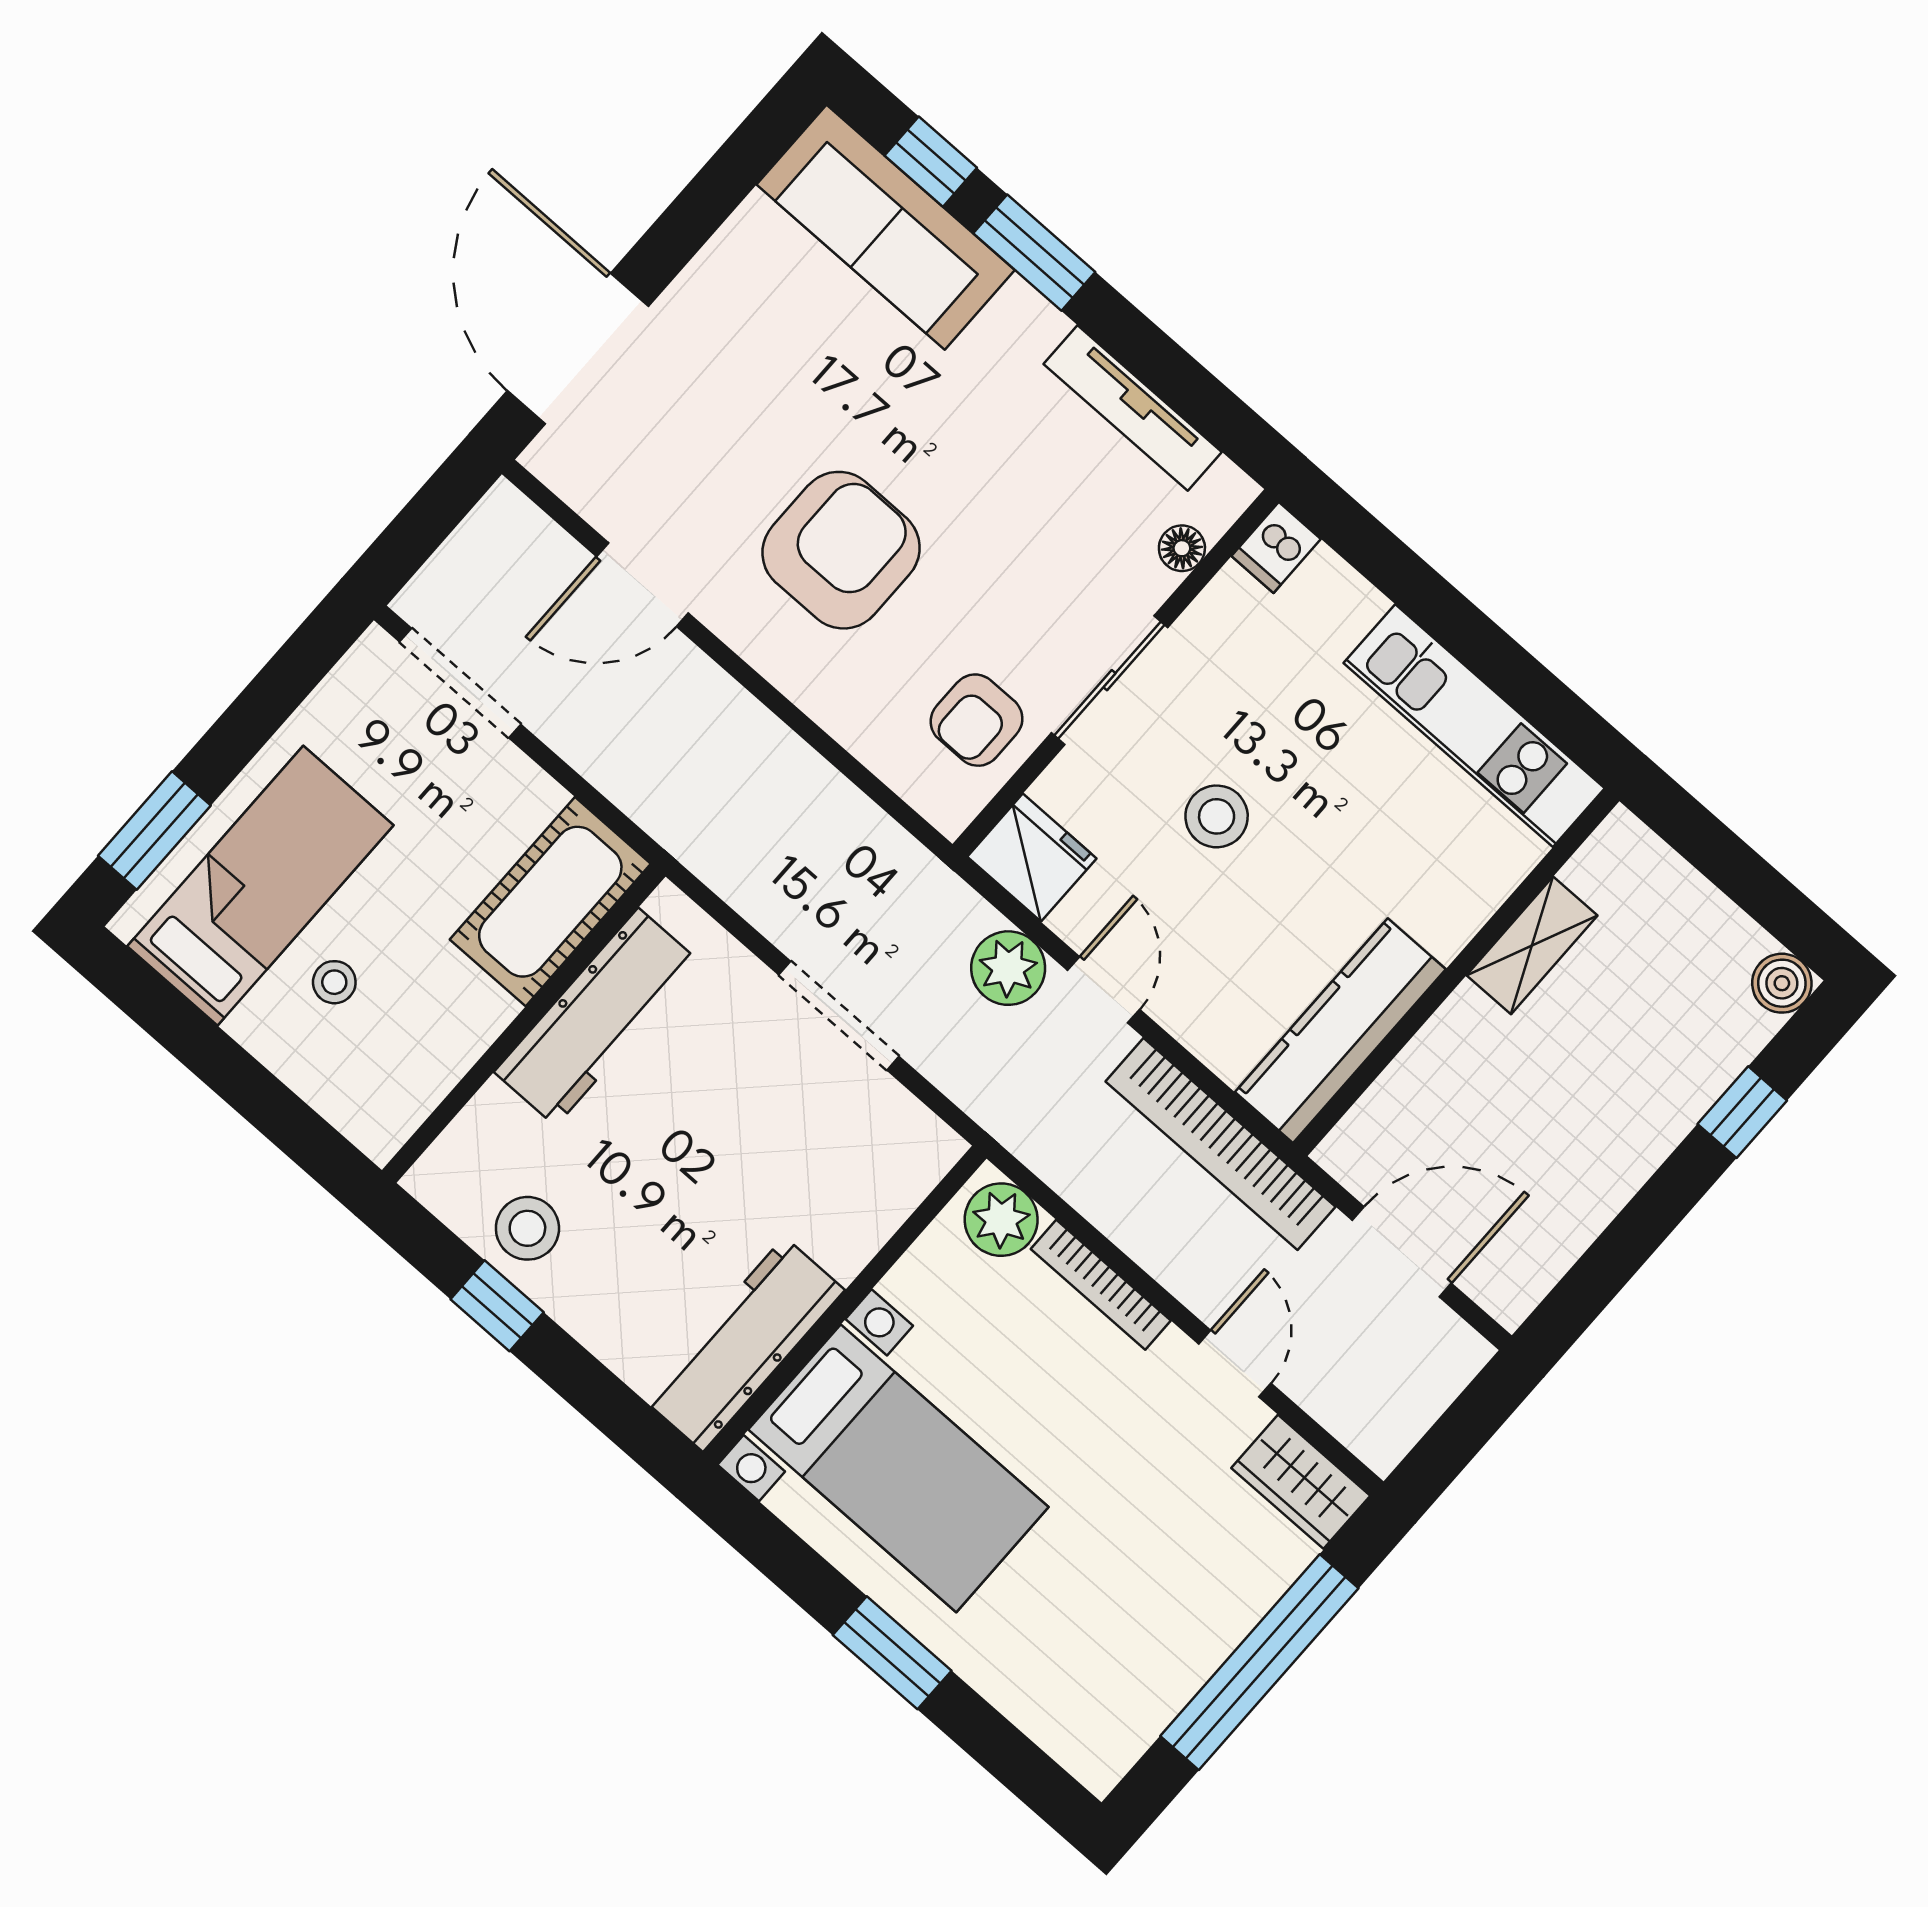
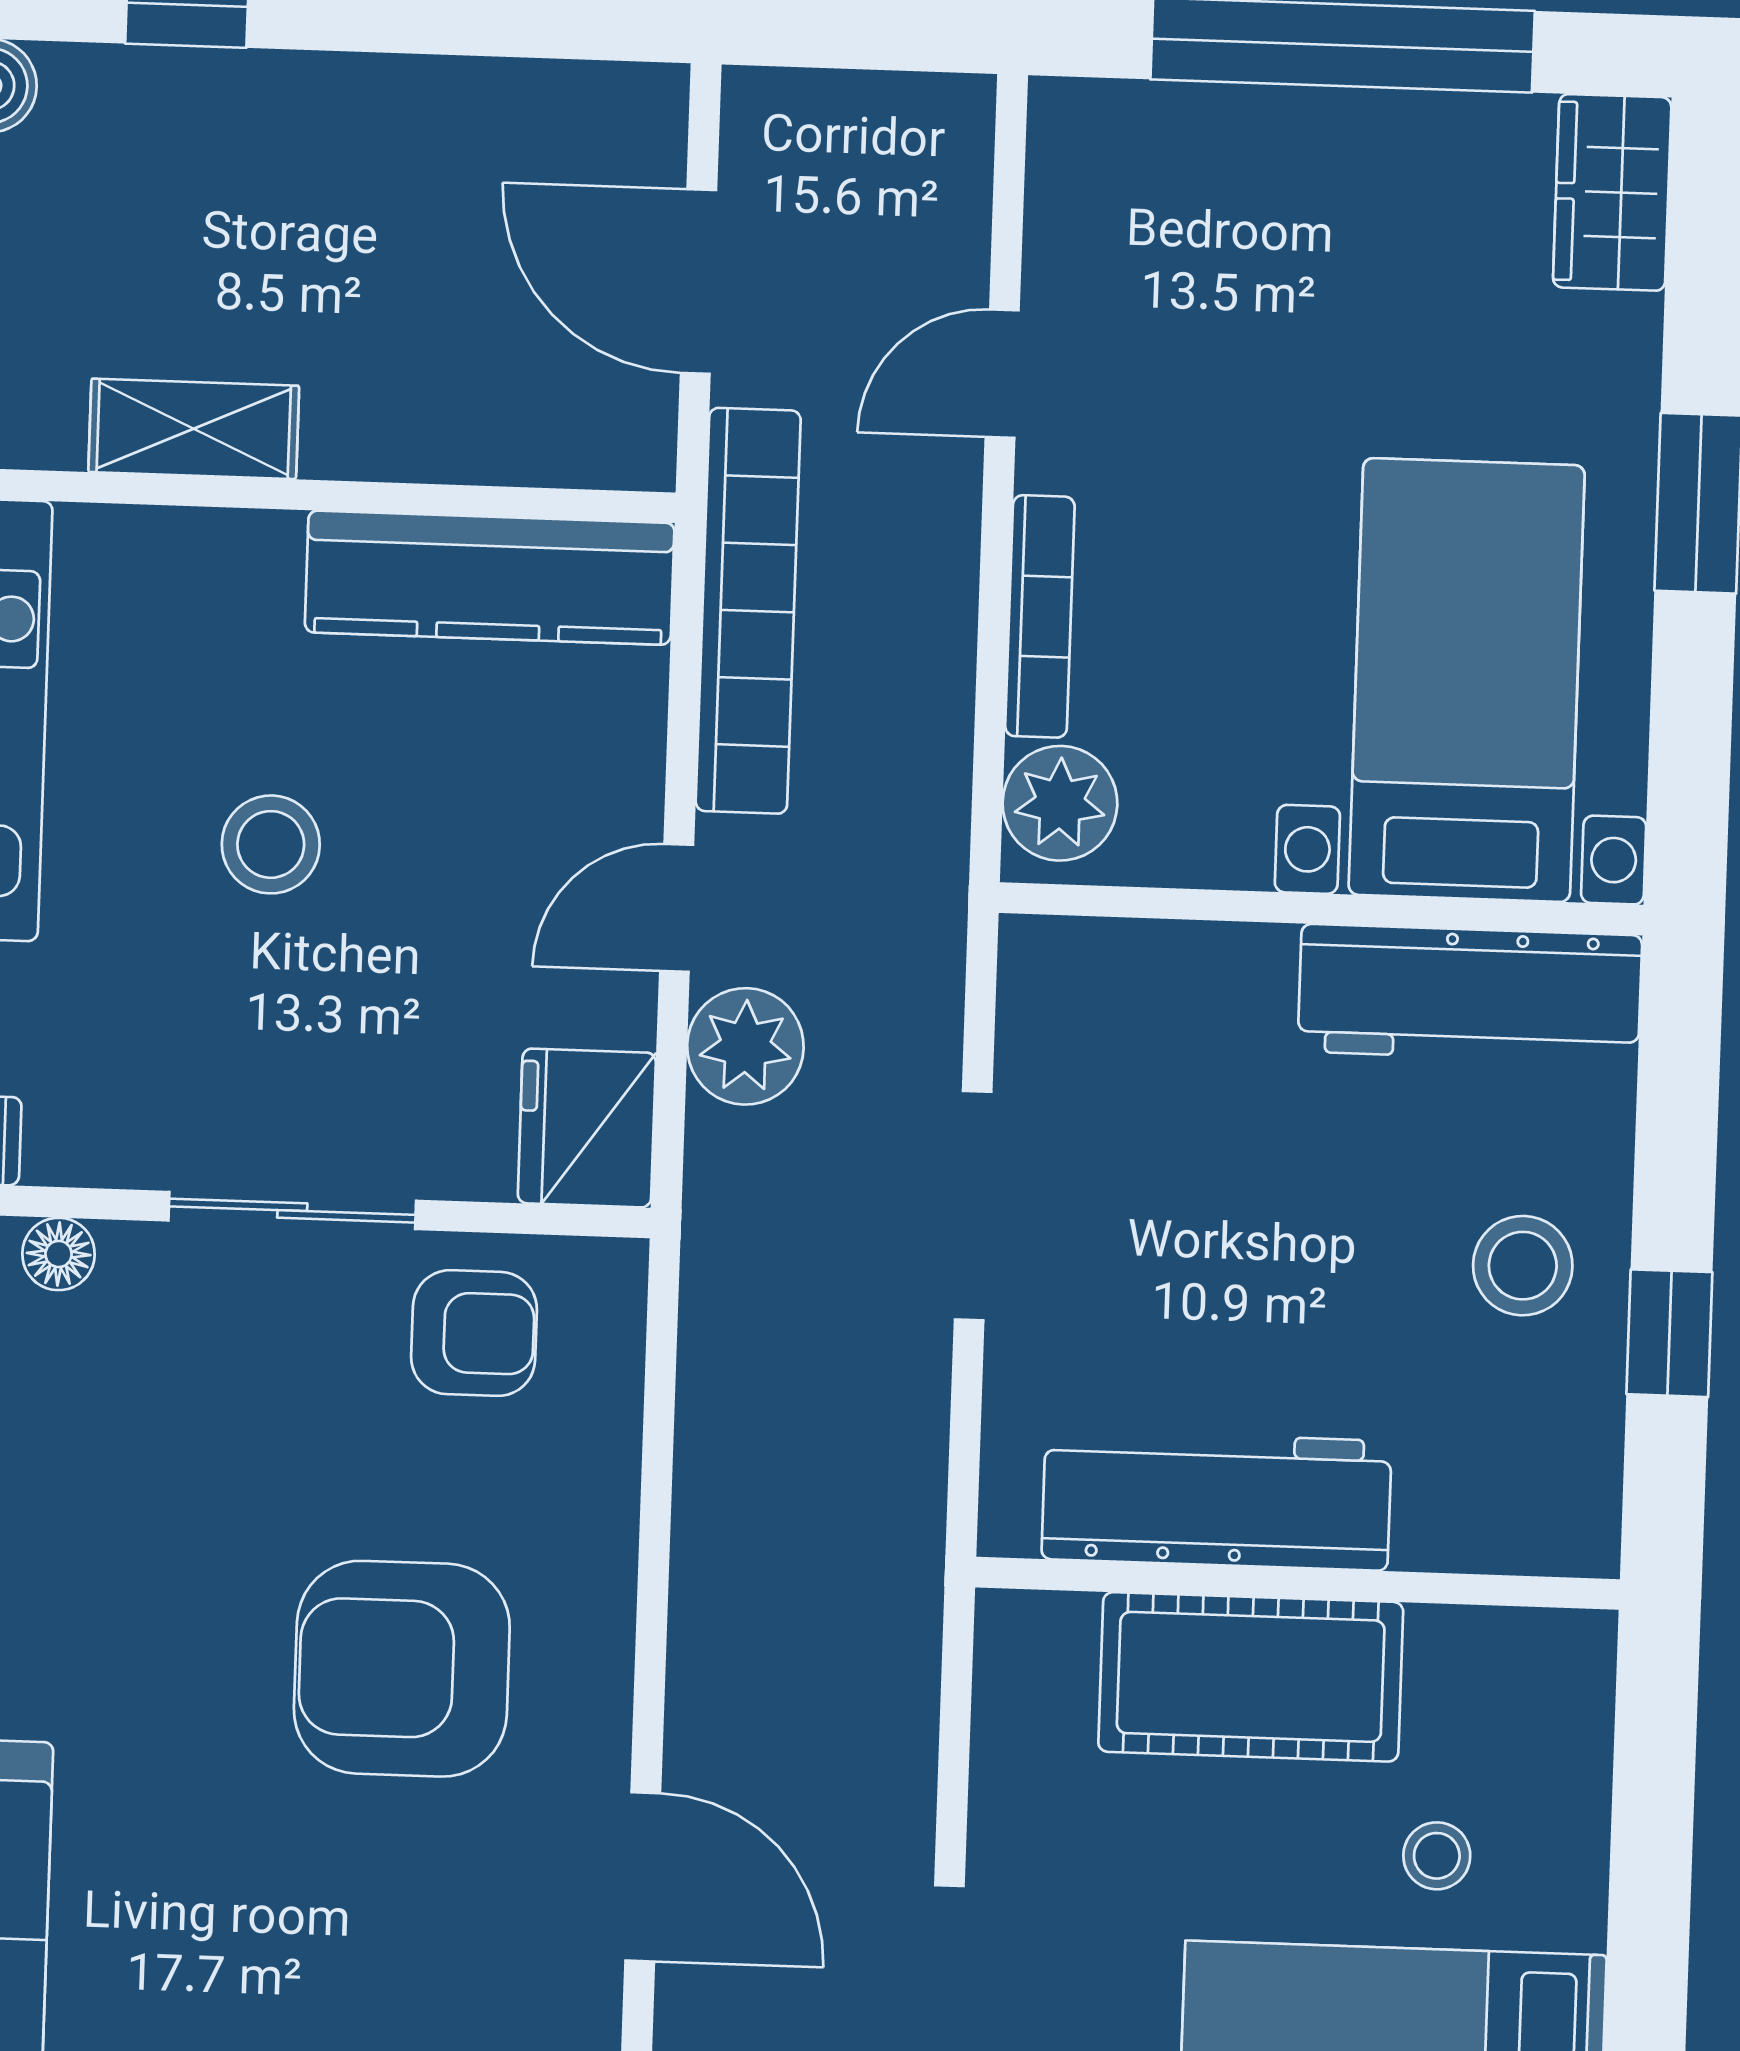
stool: (1217, 816) -> (271, 844), moved
cot: (550, 902) -> (1251, 1677), moved
stool: (527, 1228) -> (1523, 1266), moved
wardrobe: (1301, 1482) -> (1612, 192), moved, turned 180

